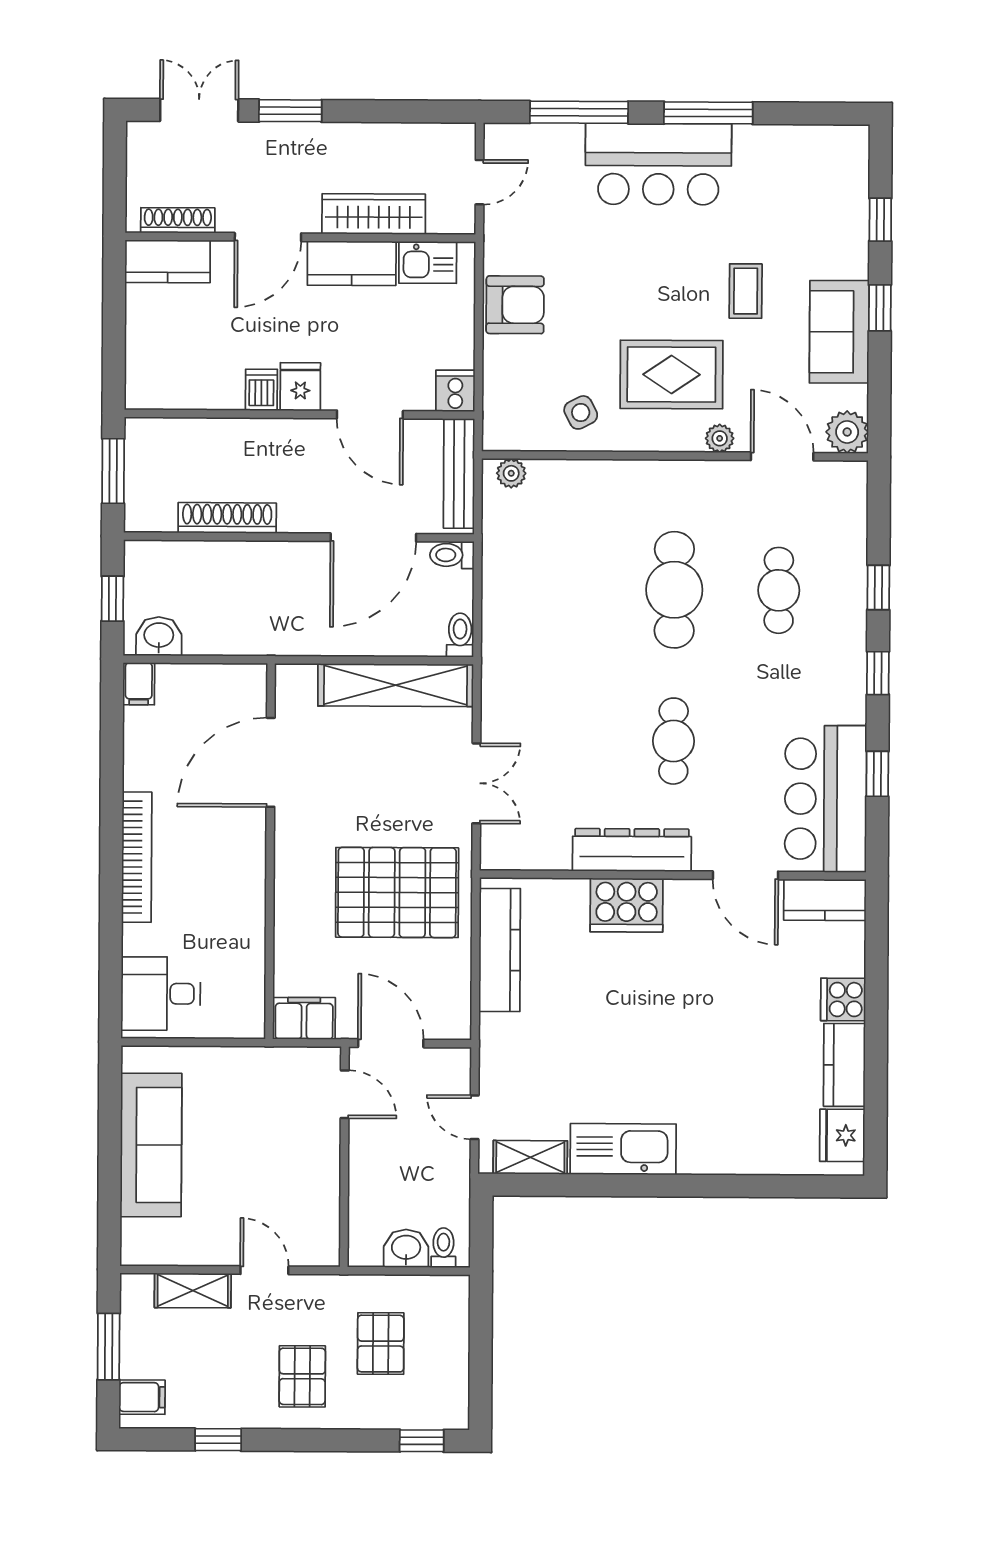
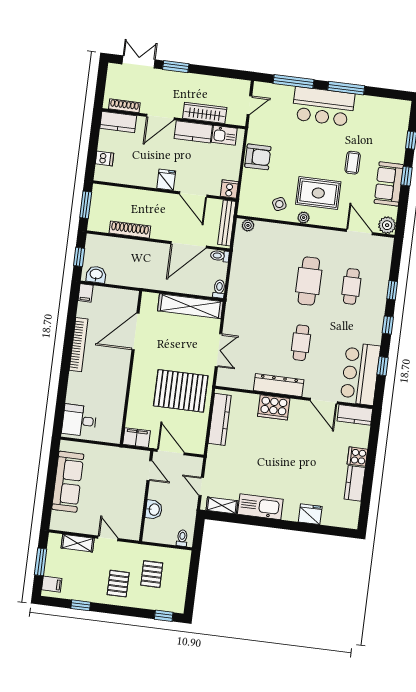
dishwasher: (261, 390) -> (105, 159), moved, turned 90
plant: (720, 438) -> (304, 218), moved
bookcase: (137, 857) -> (79, 345), moved
fridge: (842, 1135) -> (310, 514), moved, turned 90
washbasin: (406, 1248) -> (154, 510), moved, turned 90

